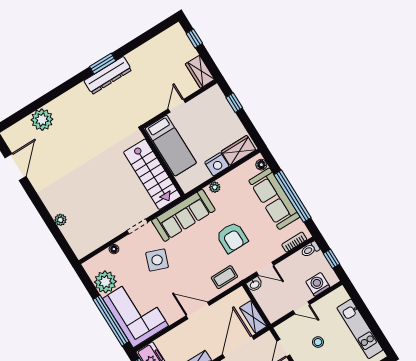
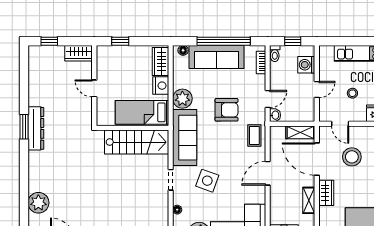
bed: (171, 146) -> (142, 112), moved, turned 180
plant: (215, 187) -> (182, 99), width x1.87, depth x1.87

